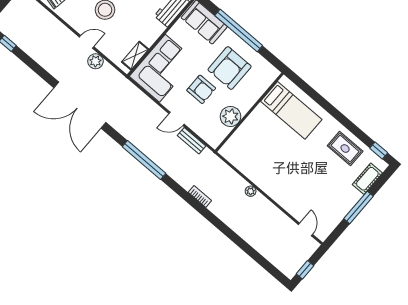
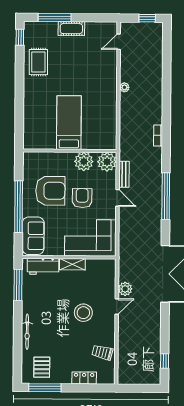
door: (87, 42) -> (117, 307), swing flipped
shelving: (135, 56) -> (72, 264), moved
bed: (291, 110) -> (69, 123), moved
plant: (214, 135) -> (107, 162), added
cot: (367, 179) -> (71, 29), moved
plant: (251, 191) -> (124, 87), moved
window: (358, 207) -> (55, 18), moved

